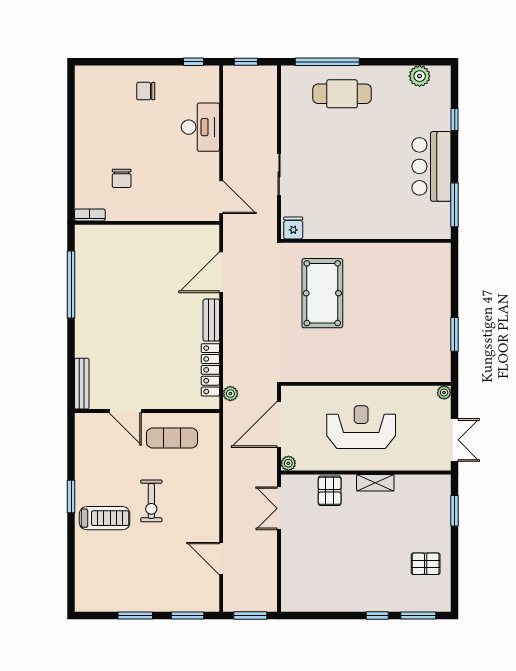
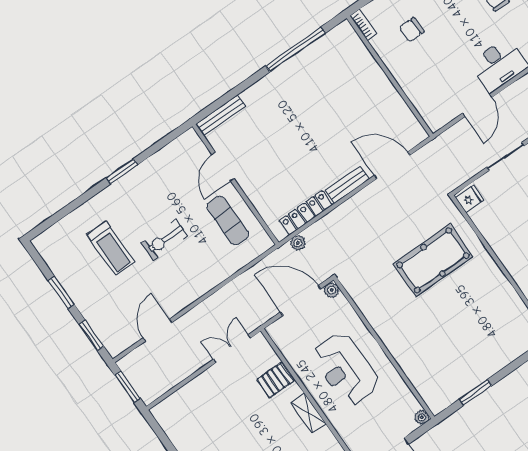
door: (221, 197) -> (477, 105), moved
reception desk: (361, 427) -> (346, 369), turned 180
plant: (288, 463) -> (332, 290), moved
treadmill: (105, 518) -> (111, 248), moved

